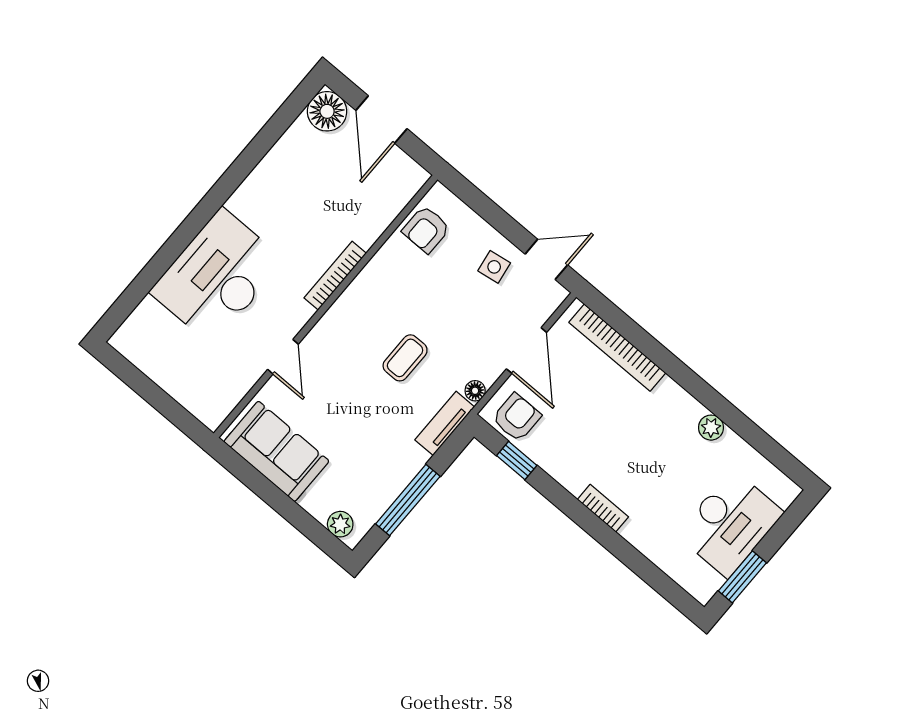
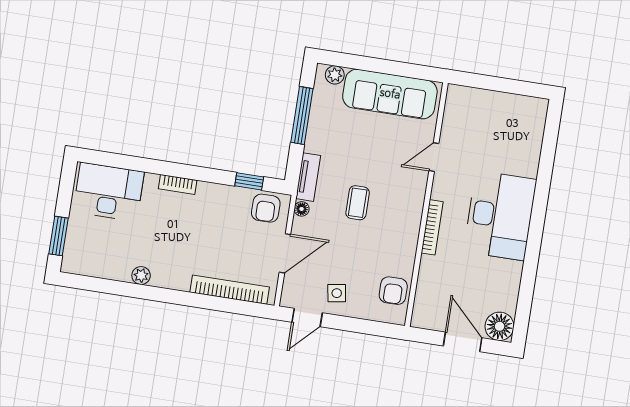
armchair: (426, 229) -> (393, 291), turned 180
desk: (217, 276) -> (500, 216), moved
door: (526, 351) -> (285, 253), swing flipped
door: (283, 357) -> (434, 157), hinge flipped
sofa: (276, 451) -> (390, 94), width x1.36
desk: (730, 524) -> (109, 192), moved, turned 90
window: (742, 577) -> (58, 236), moved

